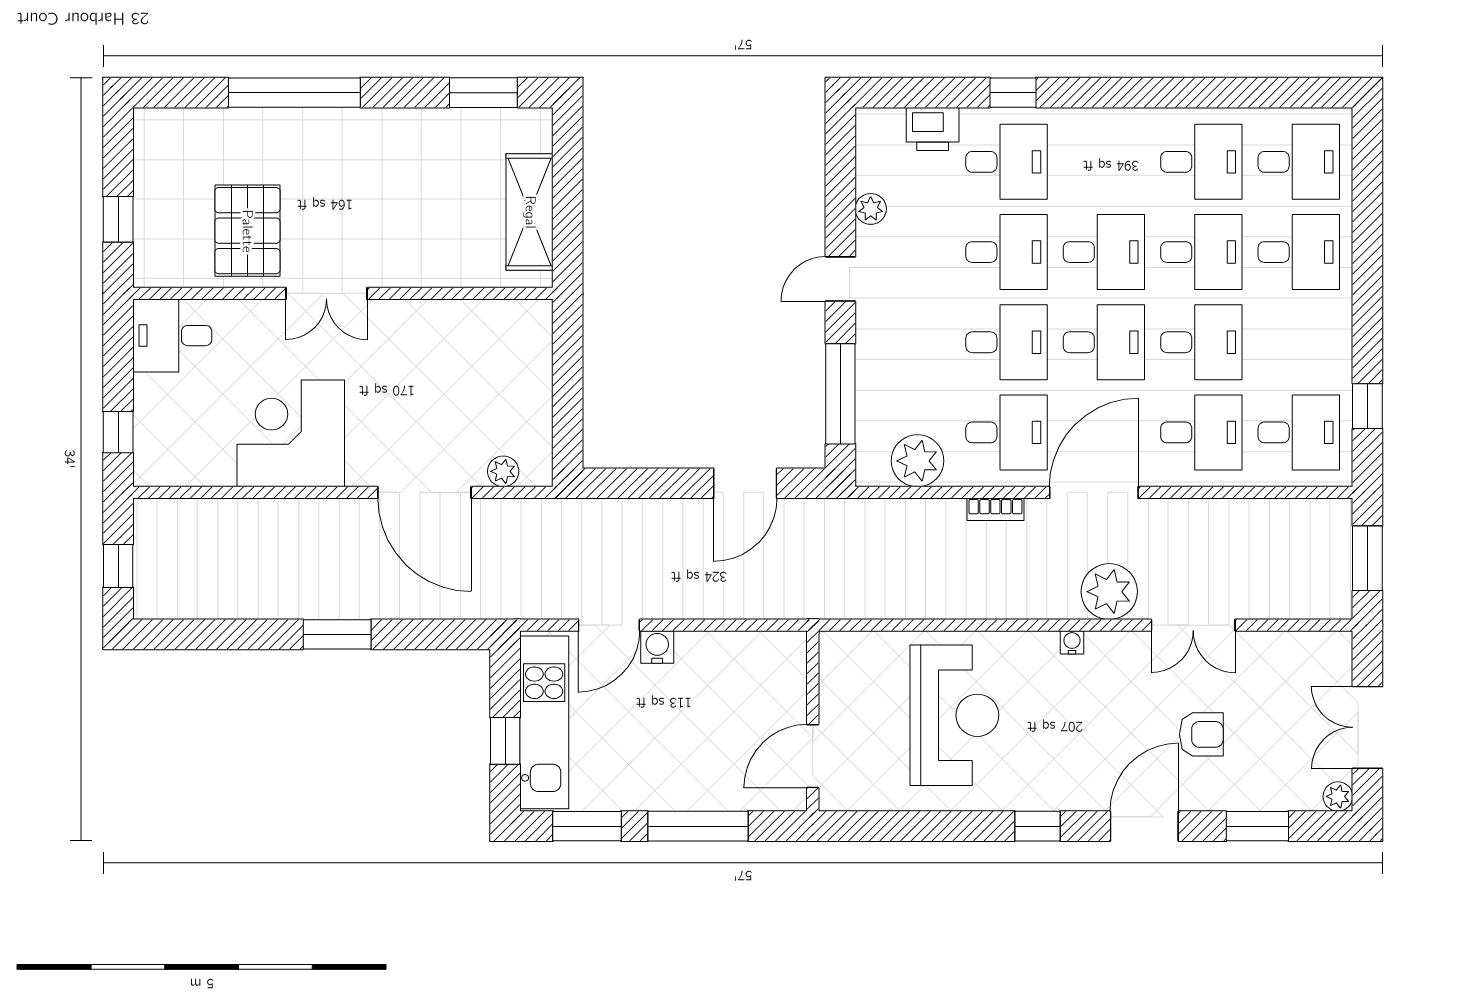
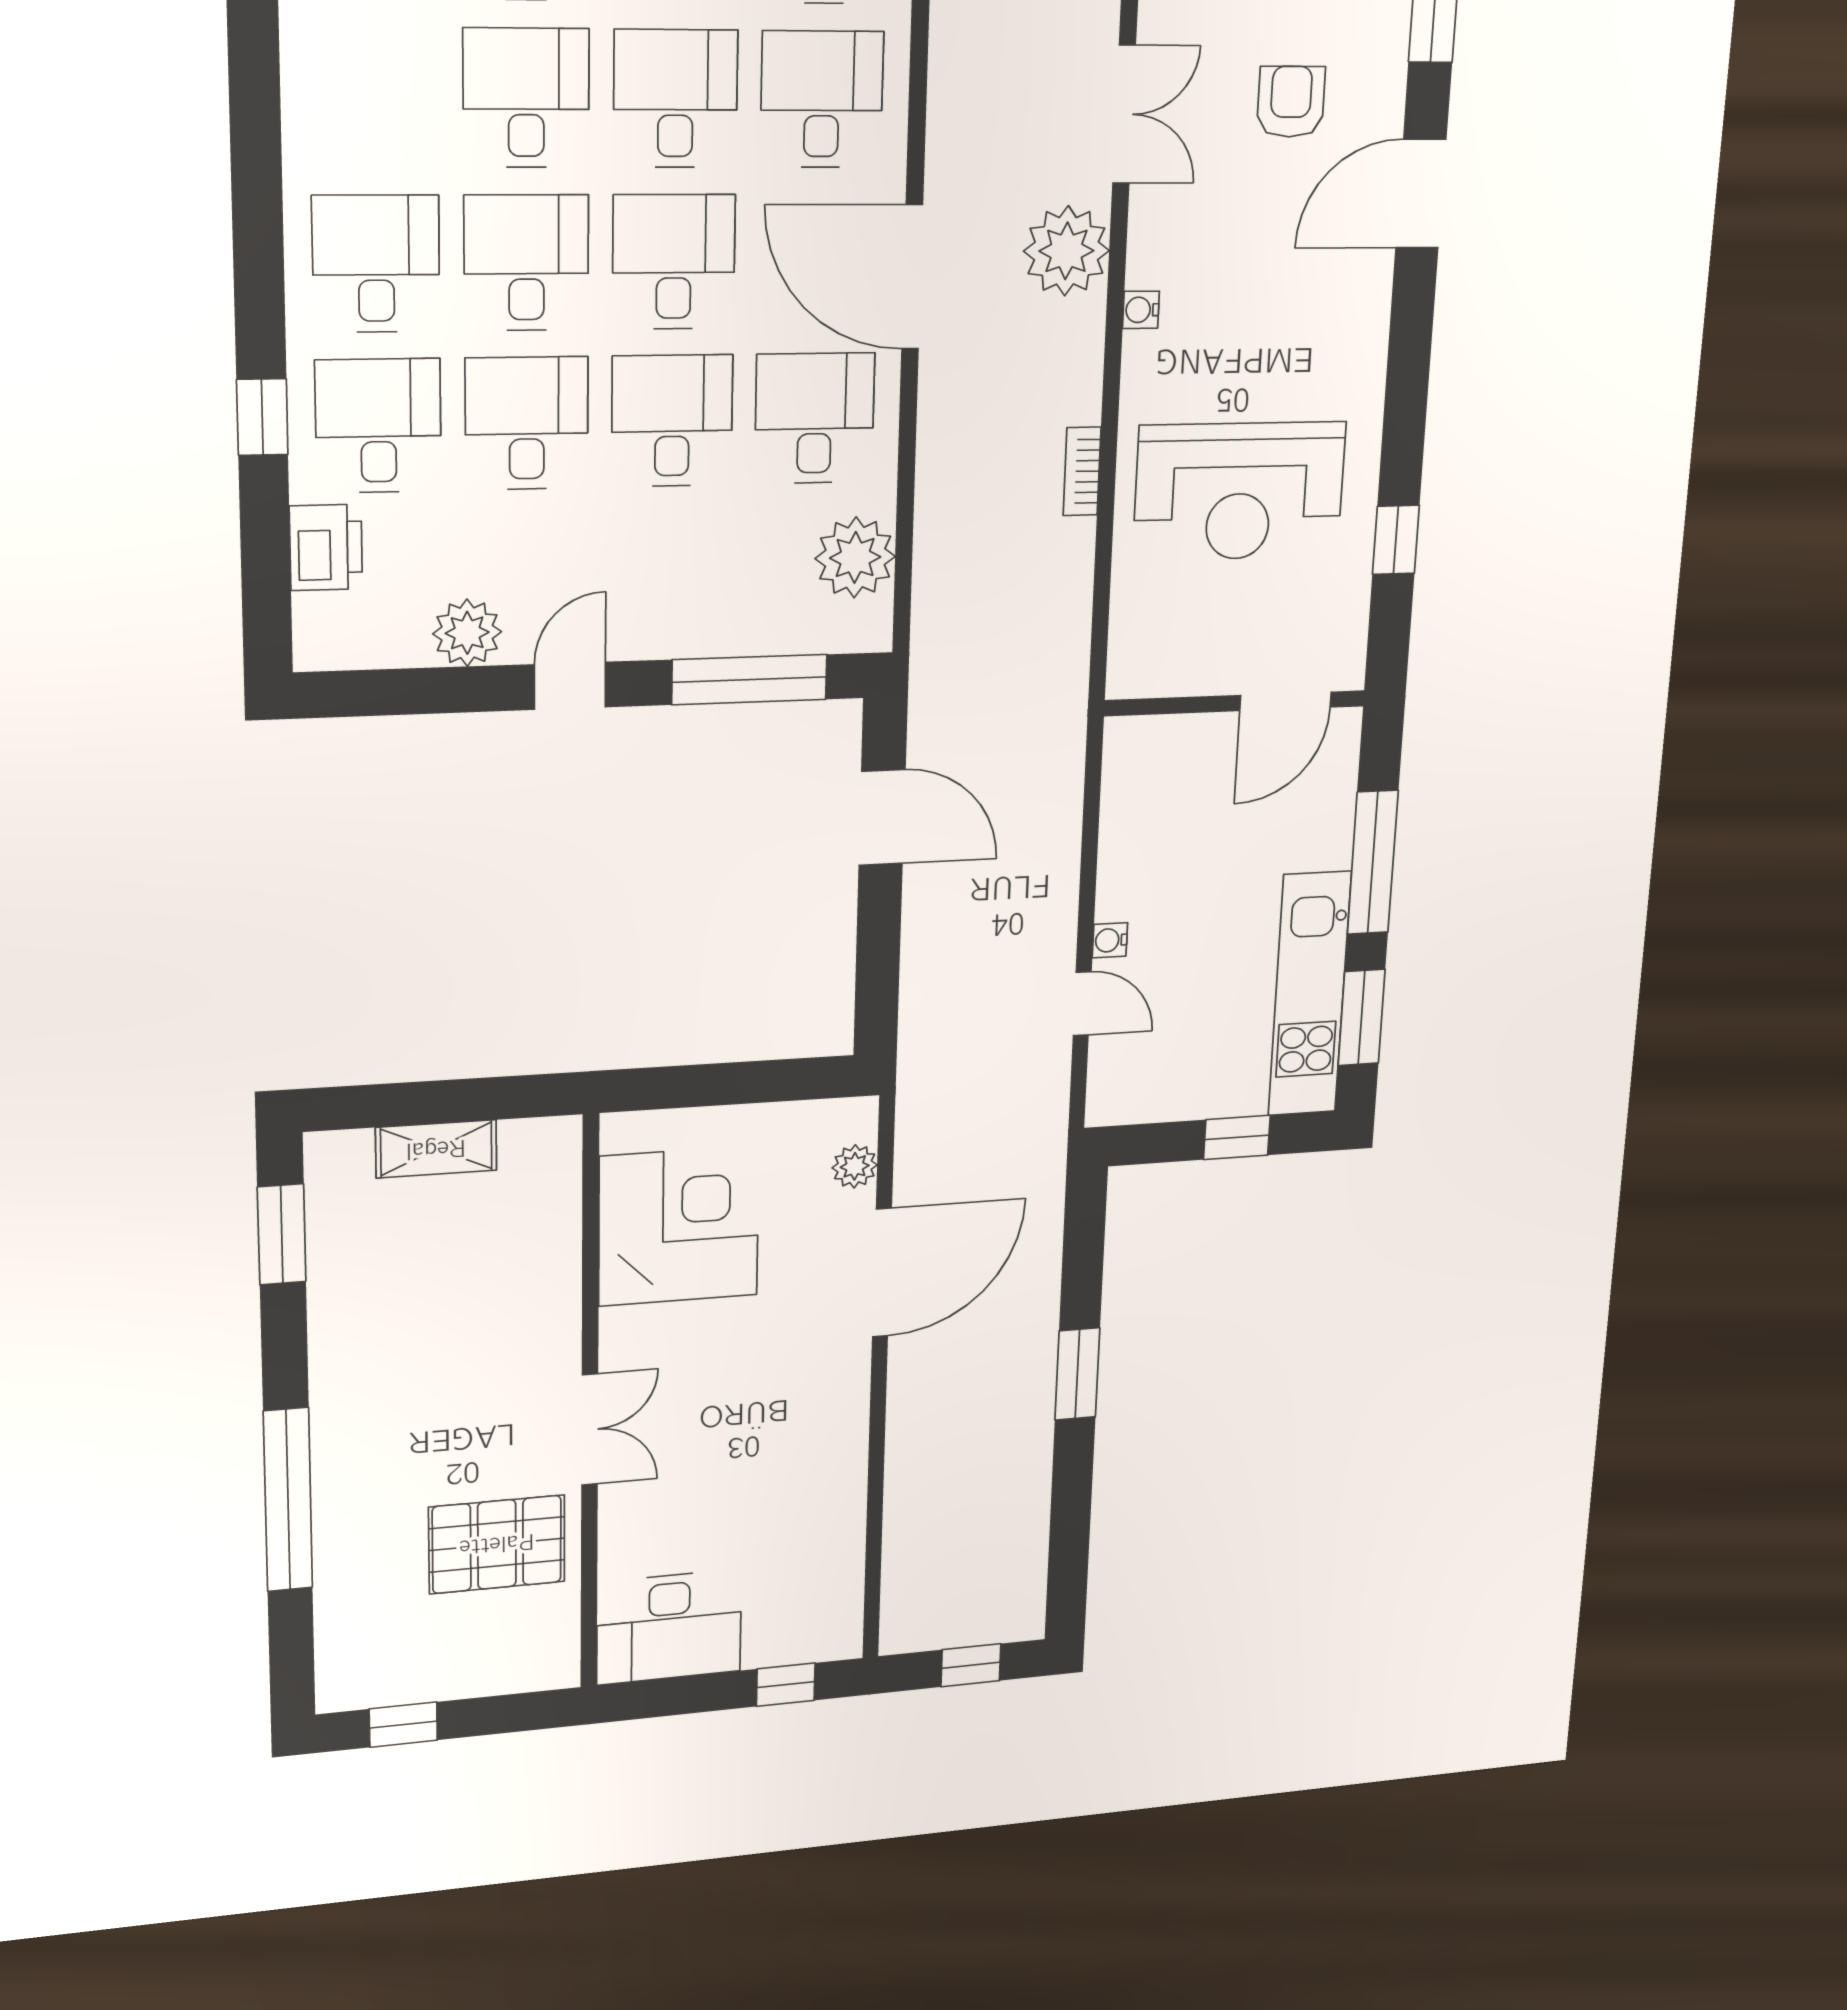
desk: (1201, 162) -> (376, 264), moved
plant: (871, 209) -> (467, 633), width x1.38, depth x1.38
shelving: (530, 212) -> (436, 1149), width x0.67, depth x0.75
window: (118, 219) -> (403, 1725), moved
door: (840, 279) -> (570, 686), swing flipped
desk: (172, 336) -> (669, 1627), width x1.37
corner desk: (291, 433) -> (679, 1226), moved, turned 180
bookcase: (995, 509) -> (1082, 471), moved, turned 180
door: (609, 625) -> (1082, 1004), width x0.73
water cooler: (657, 647) -> (1110, 940), width x0.72, depth x0.72
reception desk: (954, 715) -> (1239, 491), turned 180
kitchen unit: (544, 722) -> (1310, 994), moved, turned -90
door: (813, 756) -> (1286, 701), hinge flipped
window: (1037, 826) -> (1396, 540), moved
door: (1144, 826) -> (1421, 194), hinge flipped

